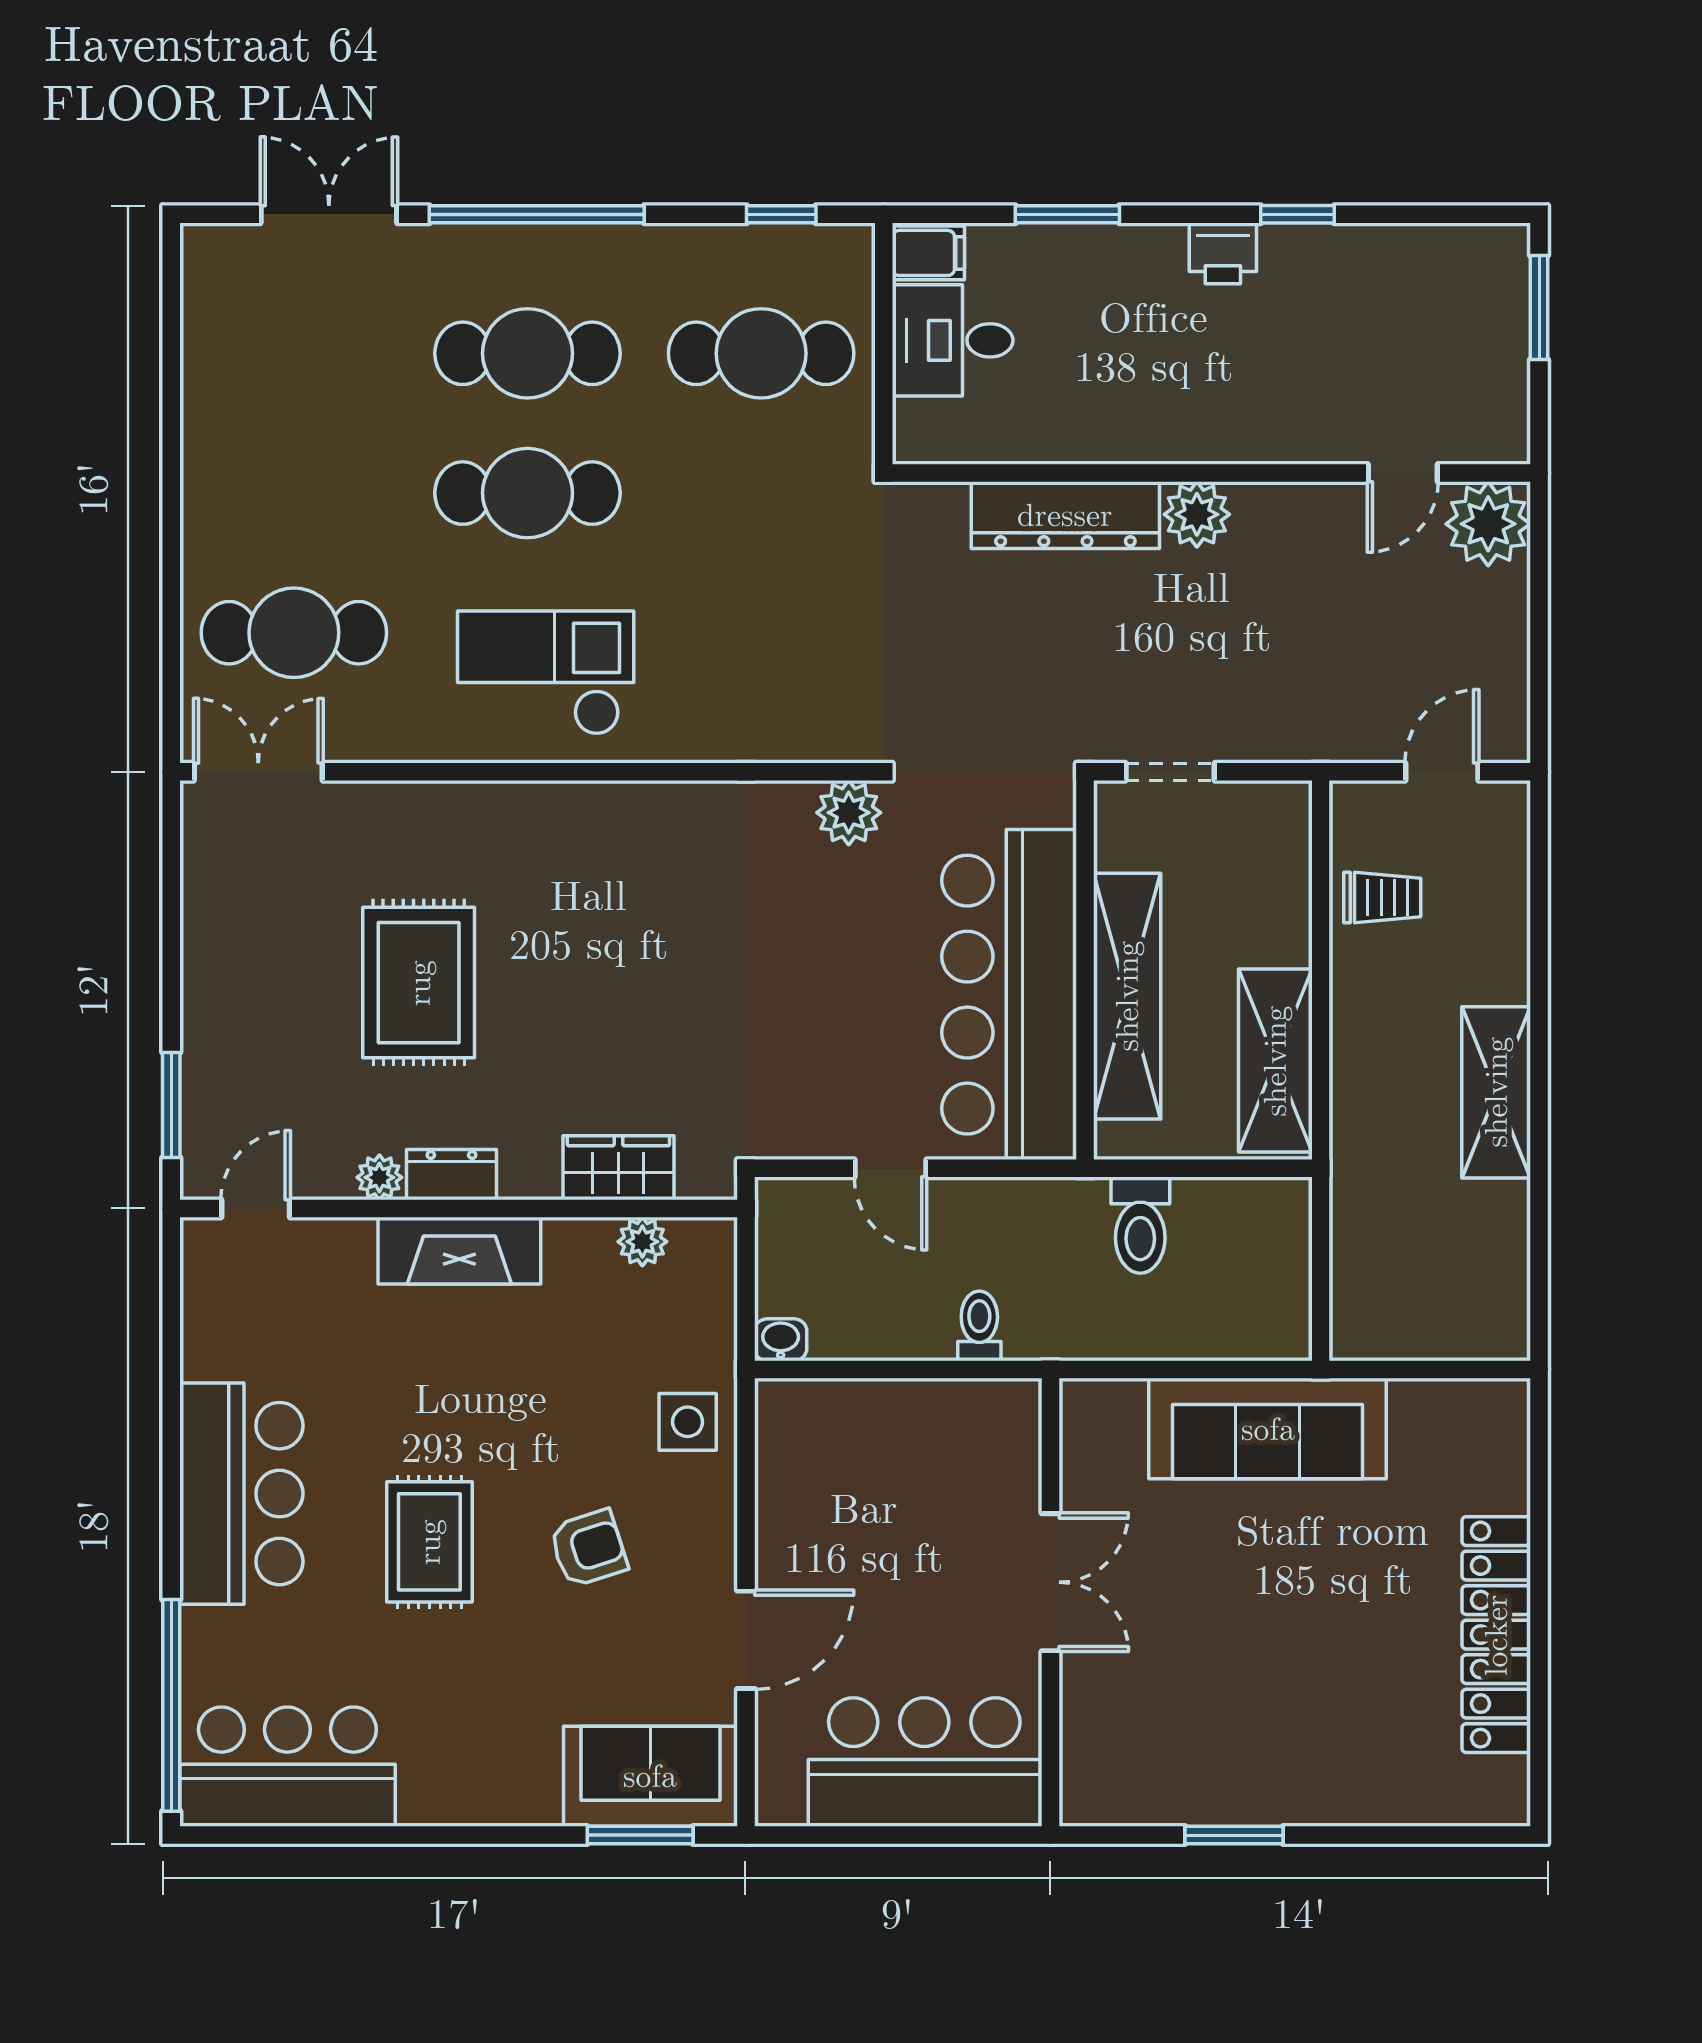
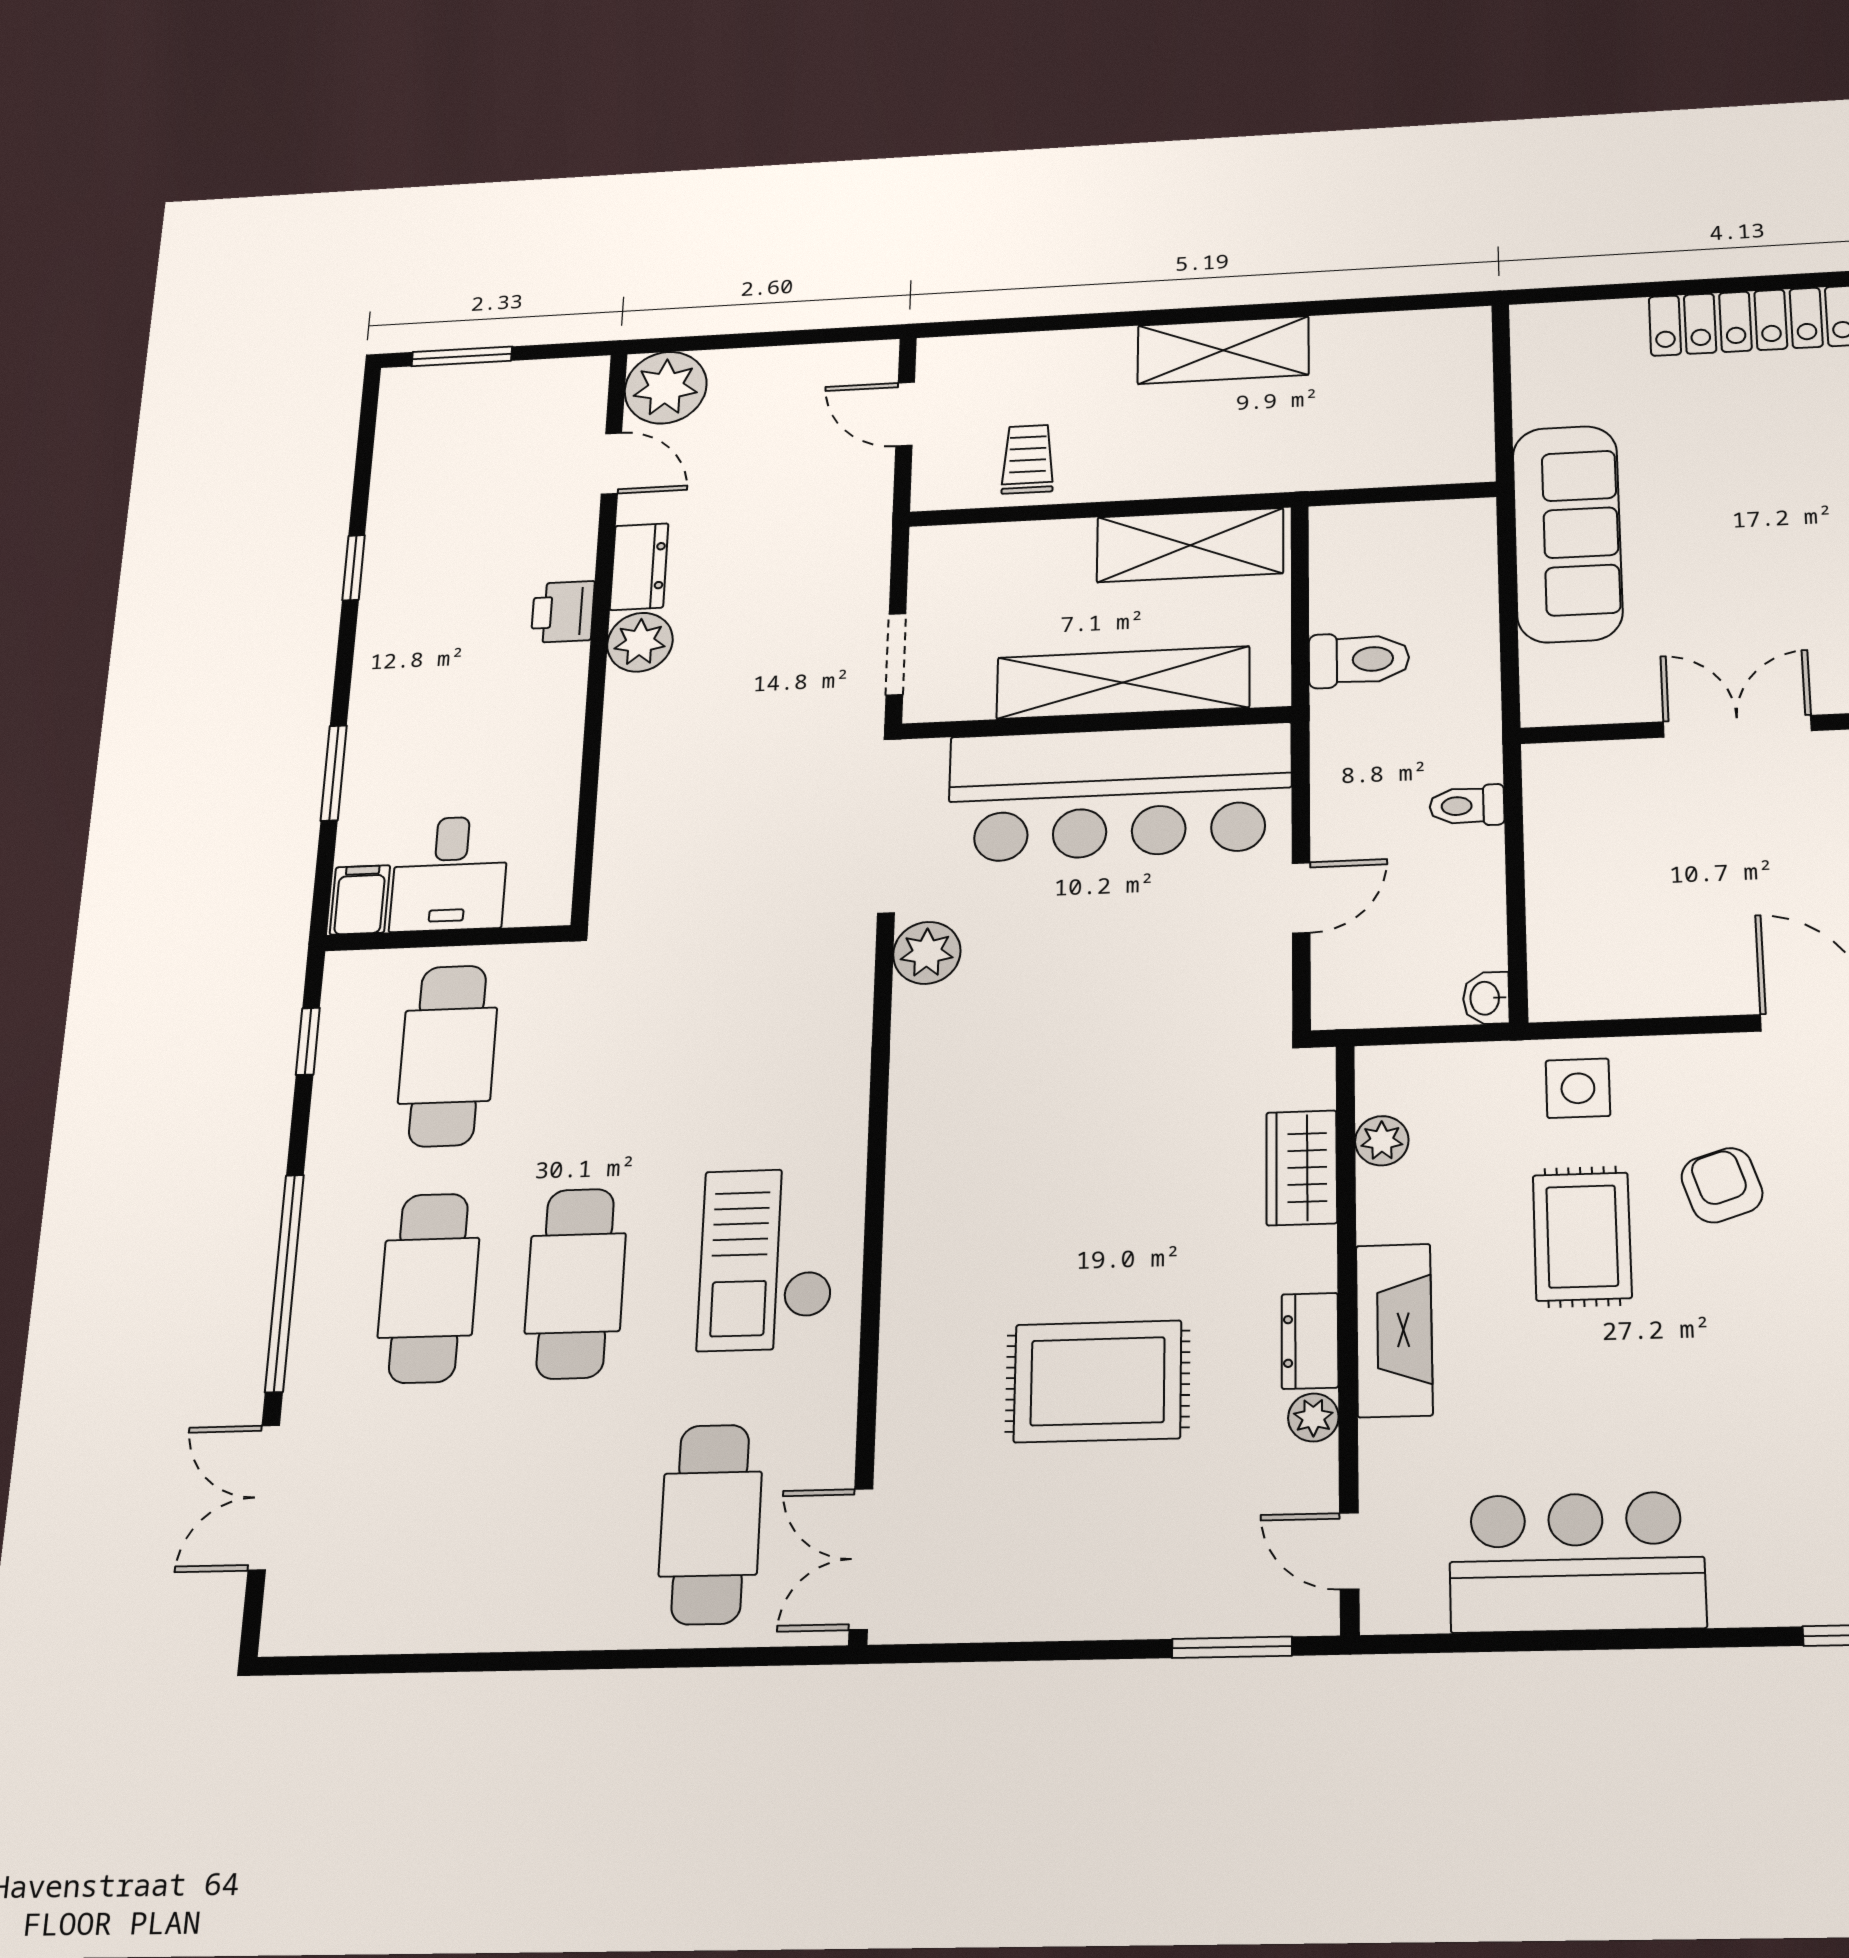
printer: (1223, 253) -> (563, 612), moved, turned 180
dresser: (1065, 515) -> (639, 567), moved, width x0.51, depth x0.80
bar counter: (241, 1494) -> (1577, 1562), moved
rug: (429, 1542) -> (1582, 1237), moved, turned 90

